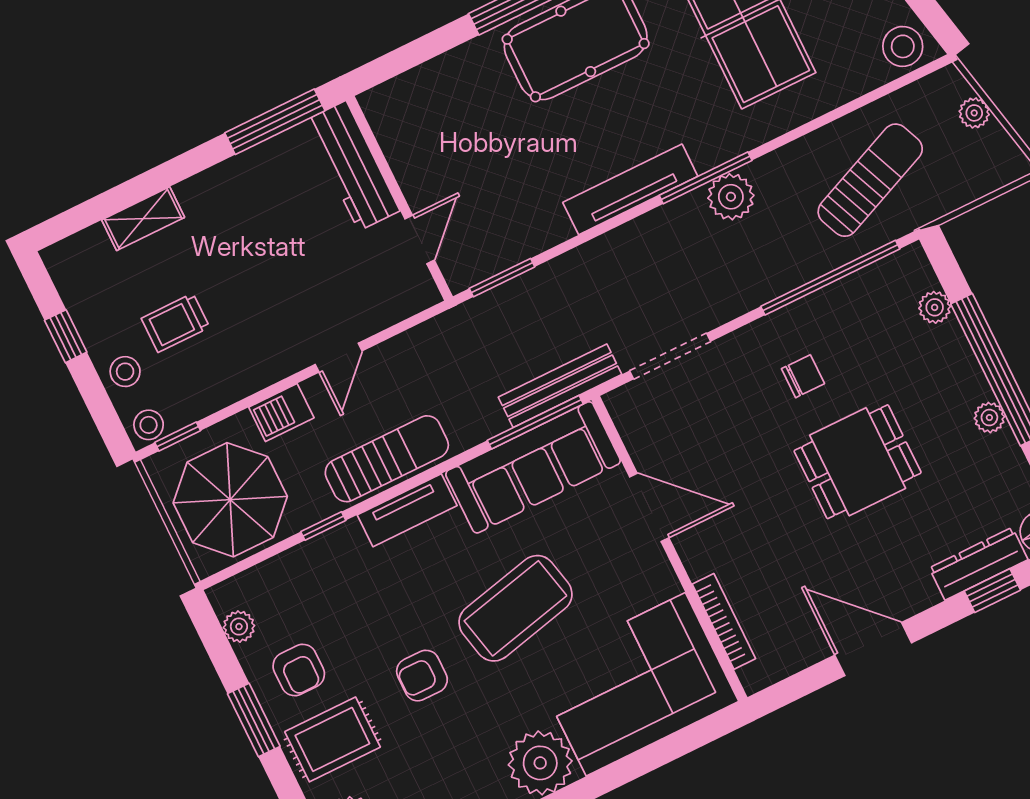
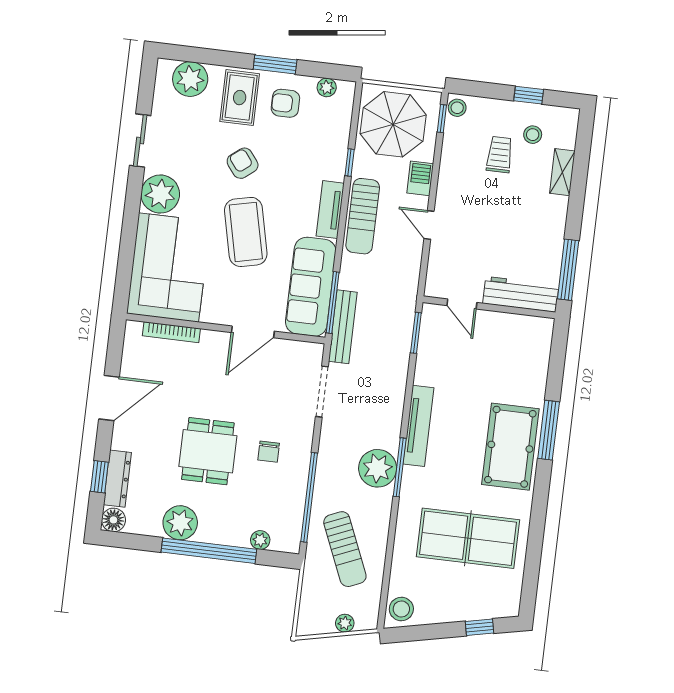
plant: (731, 197) -> (378, 468), width x1.36, depth x1.36
stool: (125, 372) -> (533, 135), moved
plant: (989, 418) -> (180, 523), width x1.87, depth x1.87
armchair: (422, 676) -> (243, 163), turned -38

